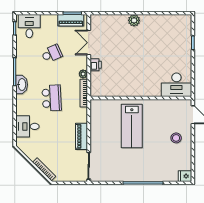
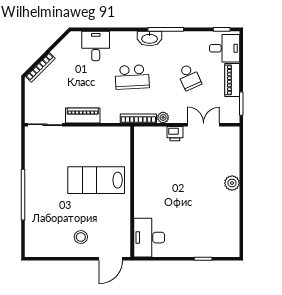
piano: (71, 20) -> (232, 80), moved
fridge: (185, 176) -> (32, 249), removed

